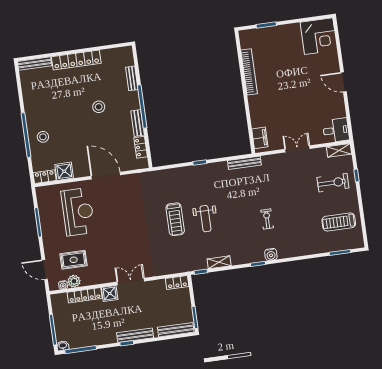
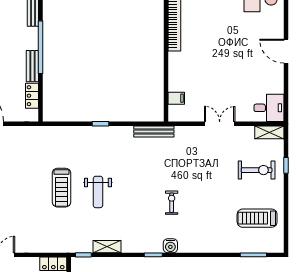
filing cabinet: (260, 138) -> (176, 98), width x0.50

